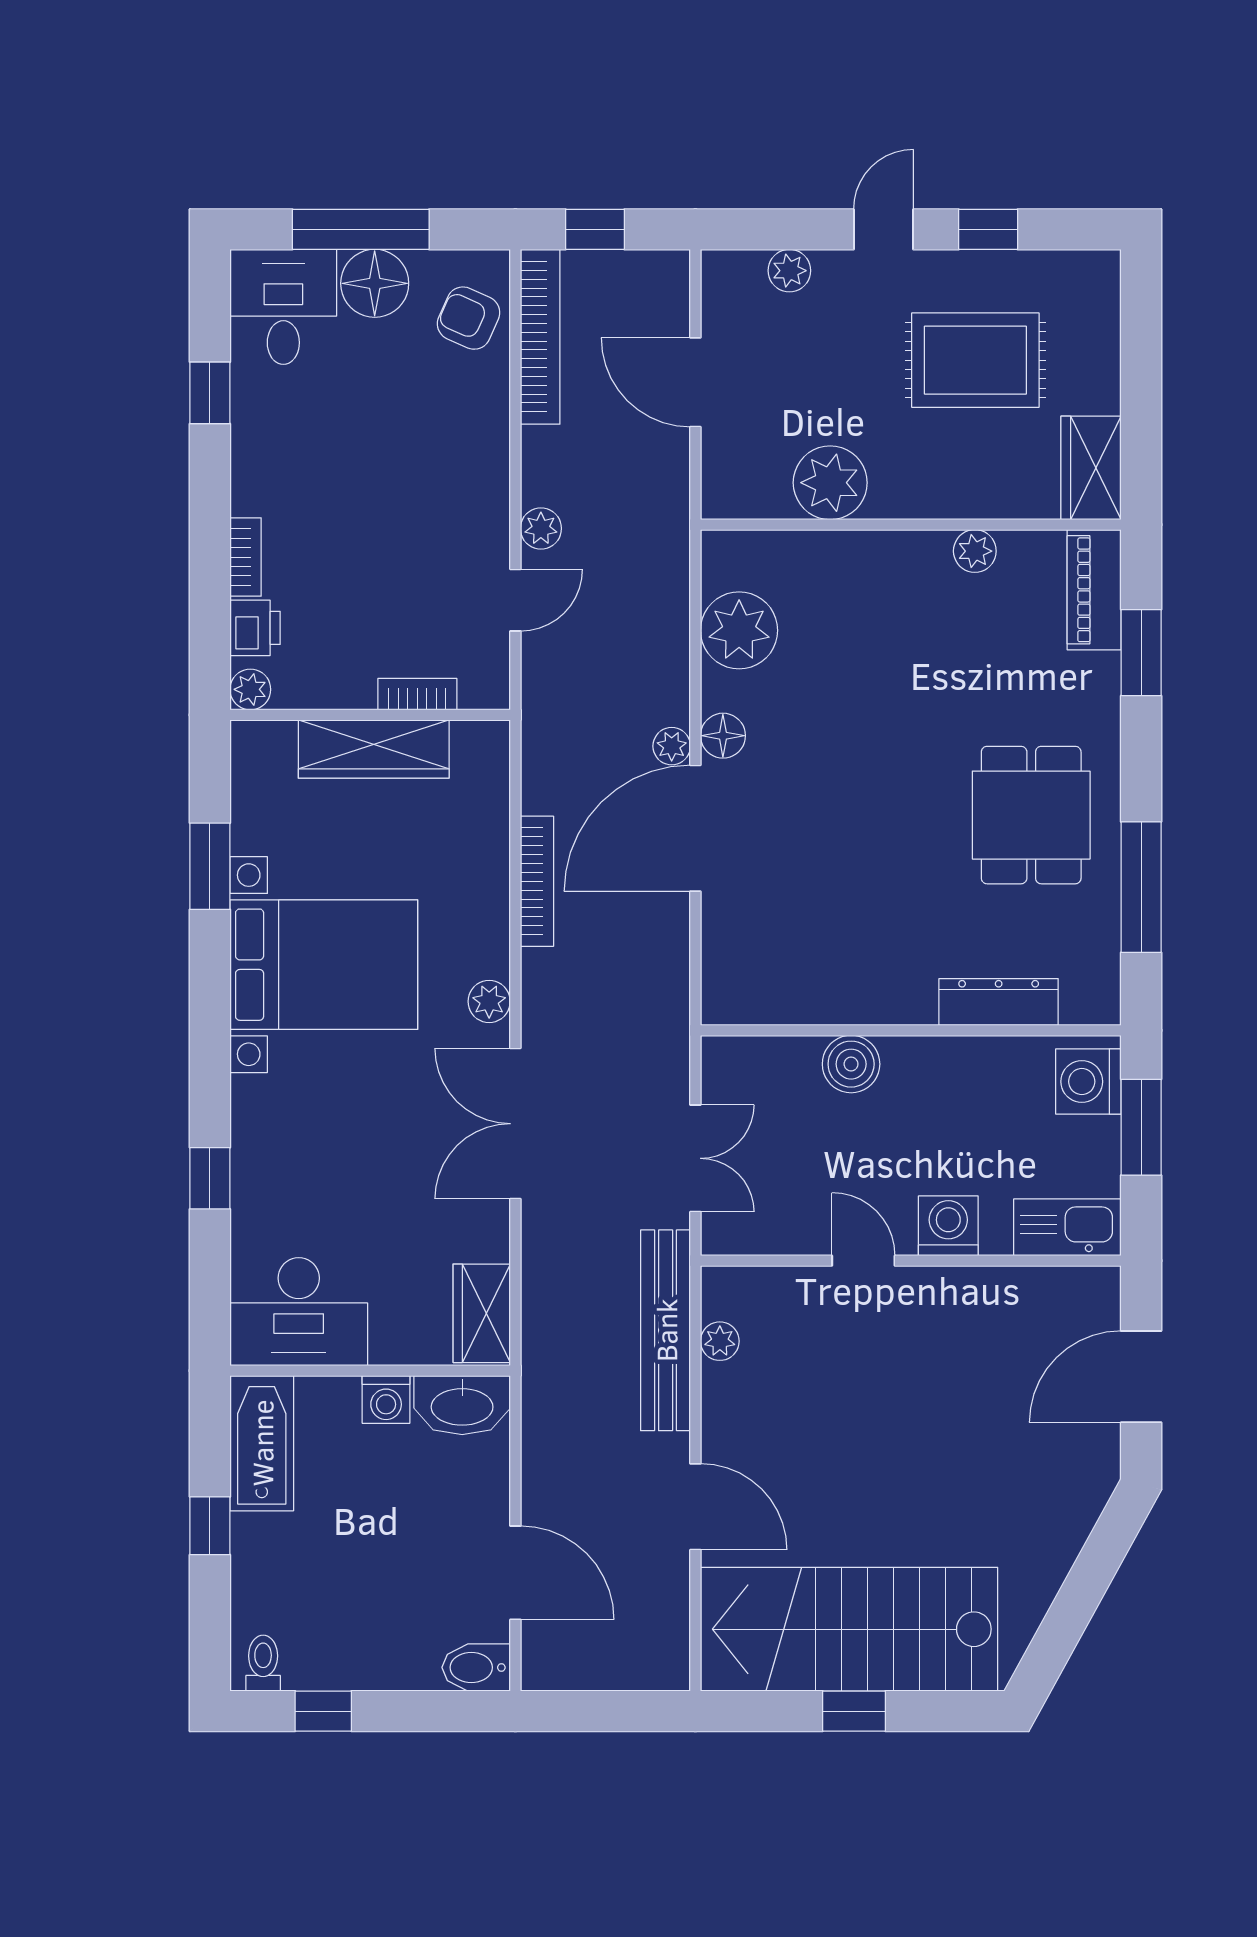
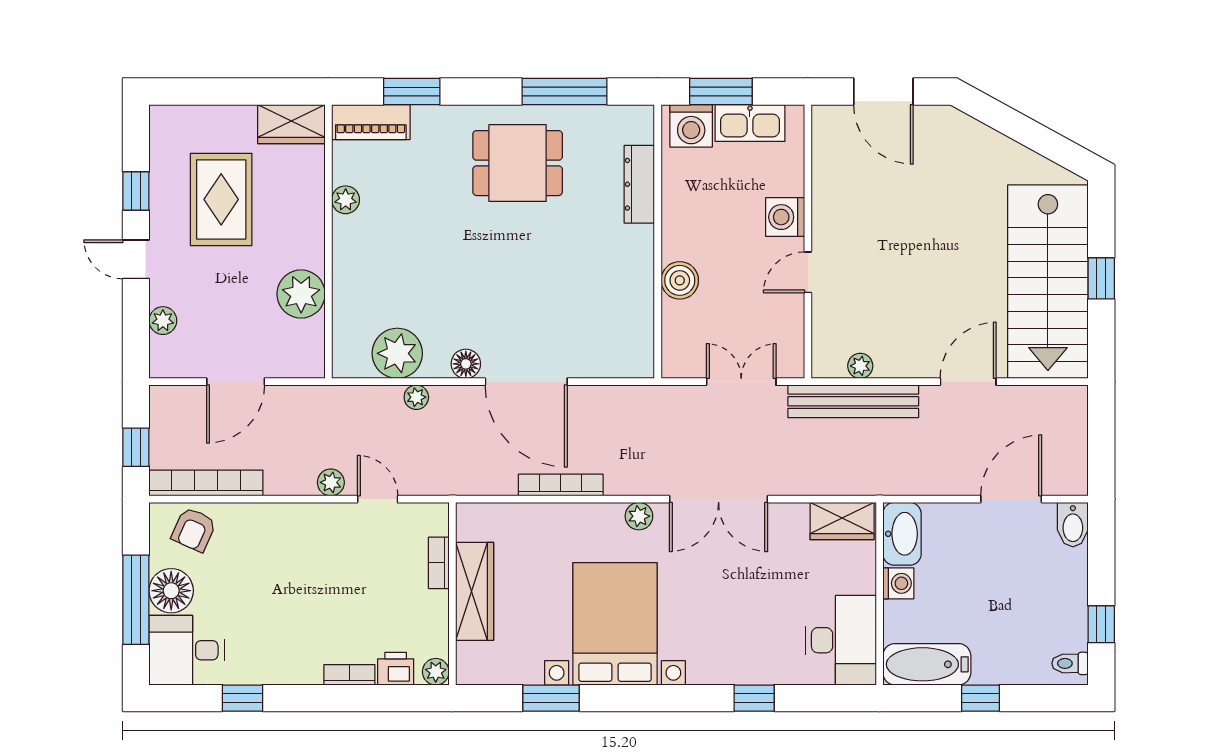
plant: (672, 746) -> (416, 397), moved
kitchen sink: (1067, 1227) -> (750, 123), moved, turned -90

